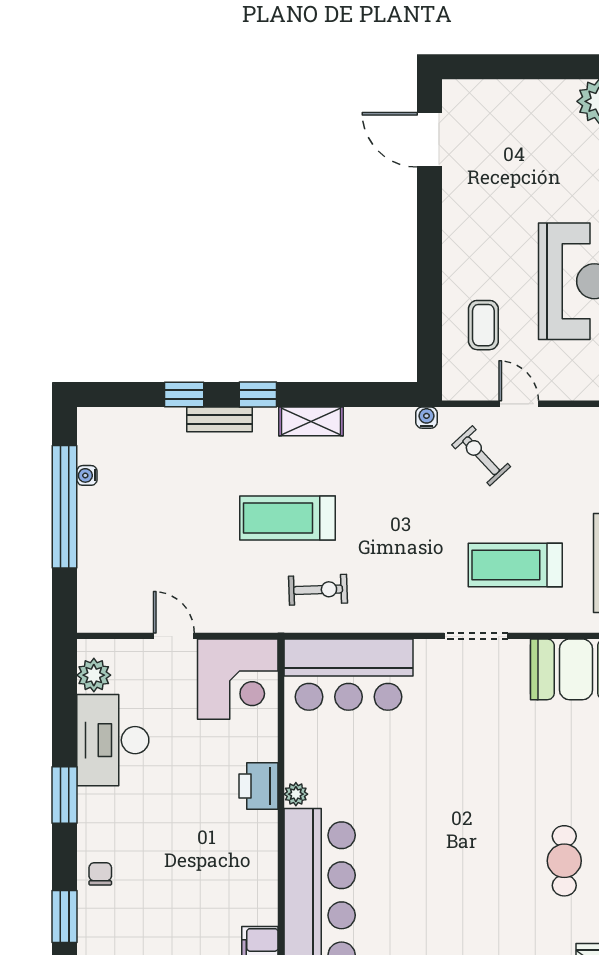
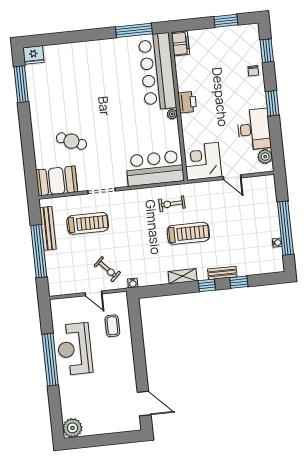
printer: (259, 786) -> (187, 102), moved
cafe table: (564, 861) -> (71, 141), moved, turned -66

